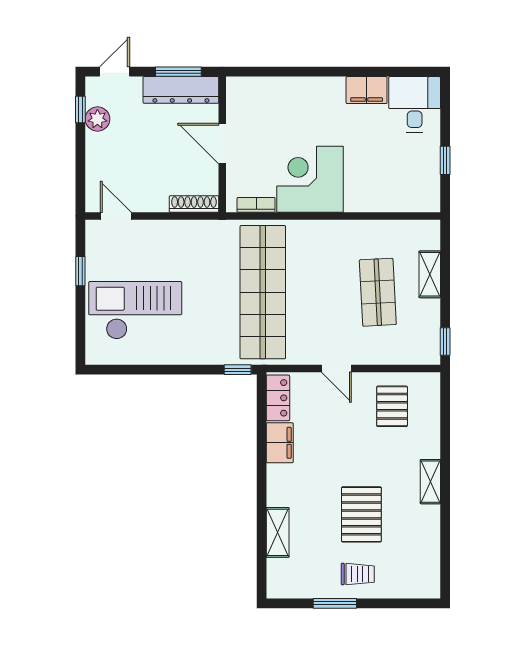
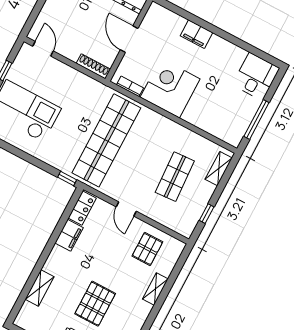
filing cabinet: (367, 90) -> (196, 34), moved
window: (445, 160) -> (256, 119), width x2.17
shelving: (430, 274) -> (219, 169), moved
window: (445, 341) -> (207, 214), moved
shelving: (430, 482) -> (155, 289), moved

